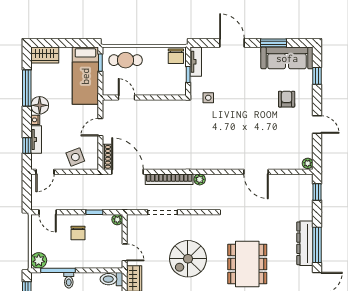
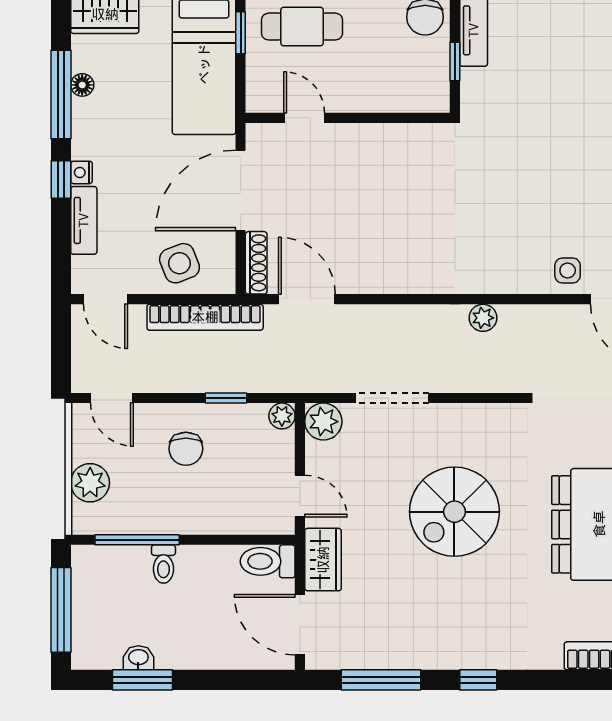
side table: (208, 98) -> (568, 270), moved
floor lamp: (40, 105) -> (82, 85), moved, width x0.53, depth x0.53
door: (100, 127) -> (241, 190), width x1.87
window: (27, 145) -> (61, 179), moved
door: (45, 172) -> (105, 299), hinge flipped
door: (128, 172) -> (307, 299), width x0.73
bookcase: (169, 179) -> (205, 317), moved
plant: (134, 222) -> (323, 422), added
plant: (39, 260) -> (90, 483), moved

